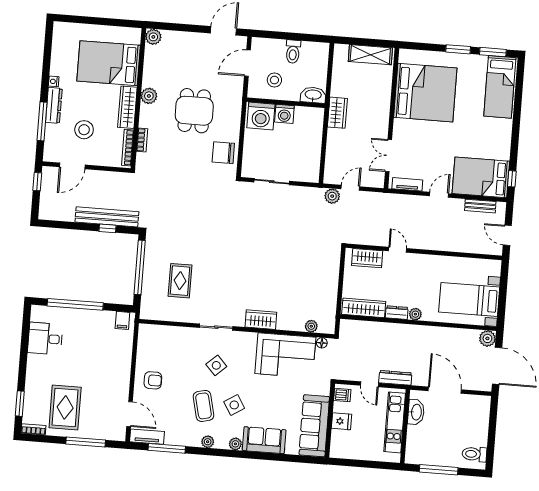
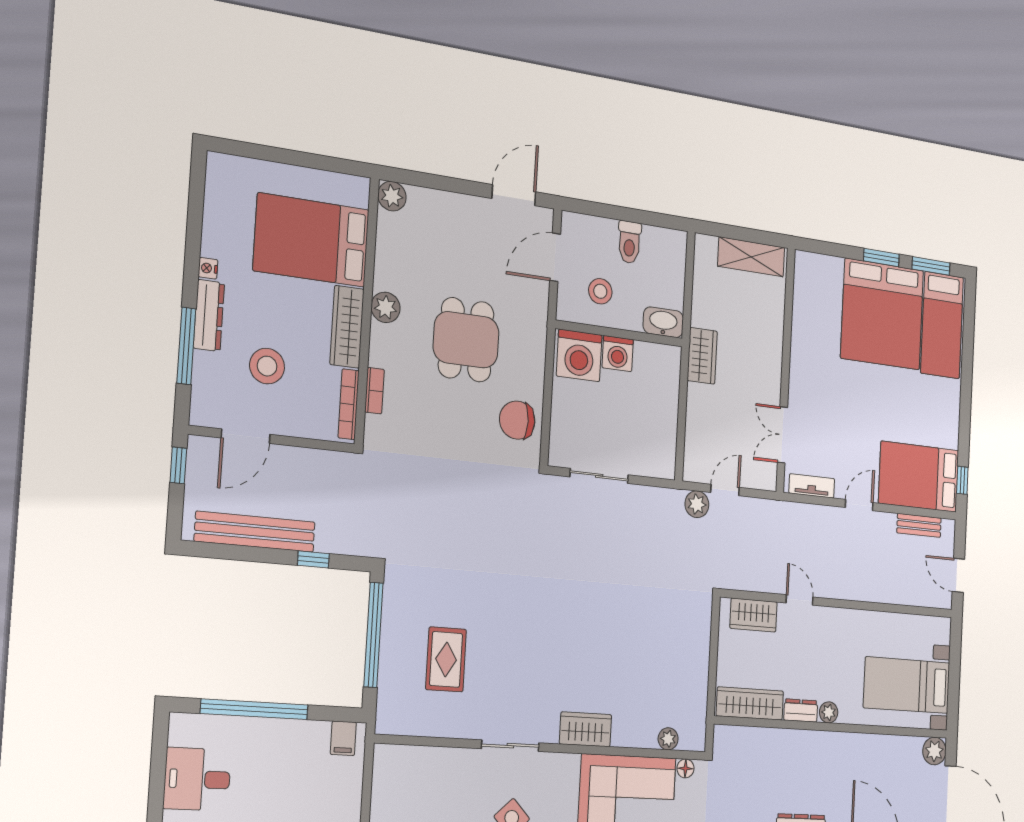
bed: (425, 93) -> (882, 314), moved, turned 90
bench: (107, 217) -> (255, 532), moved

